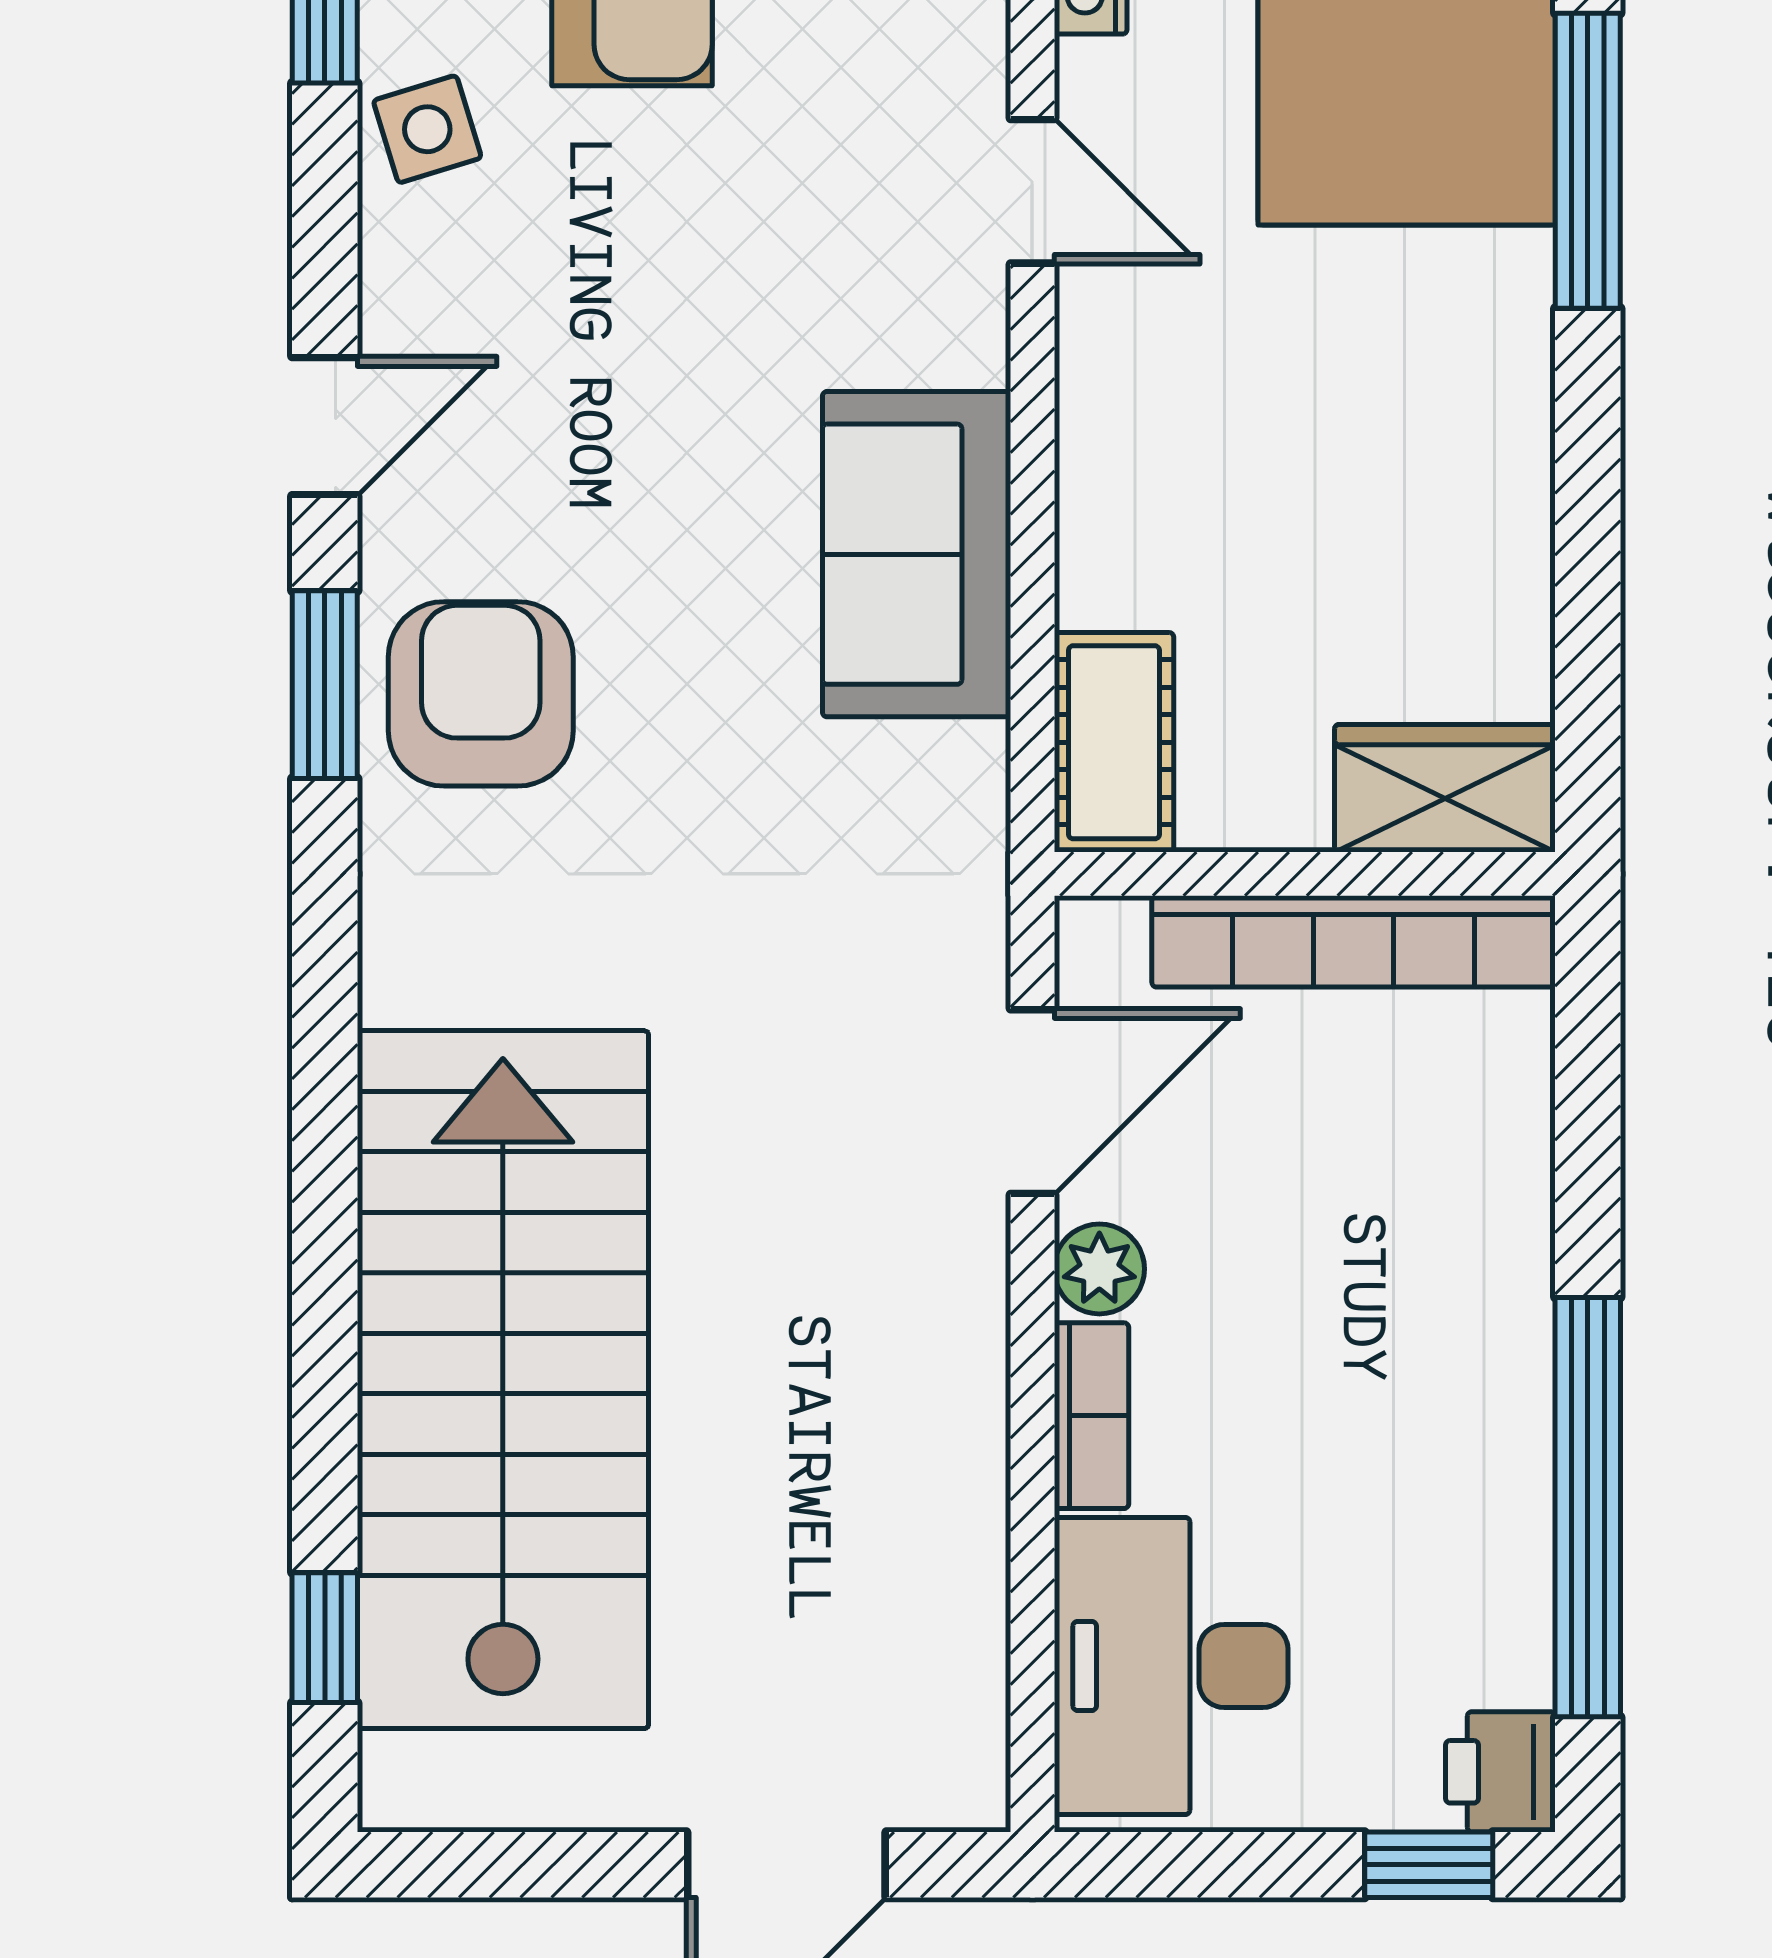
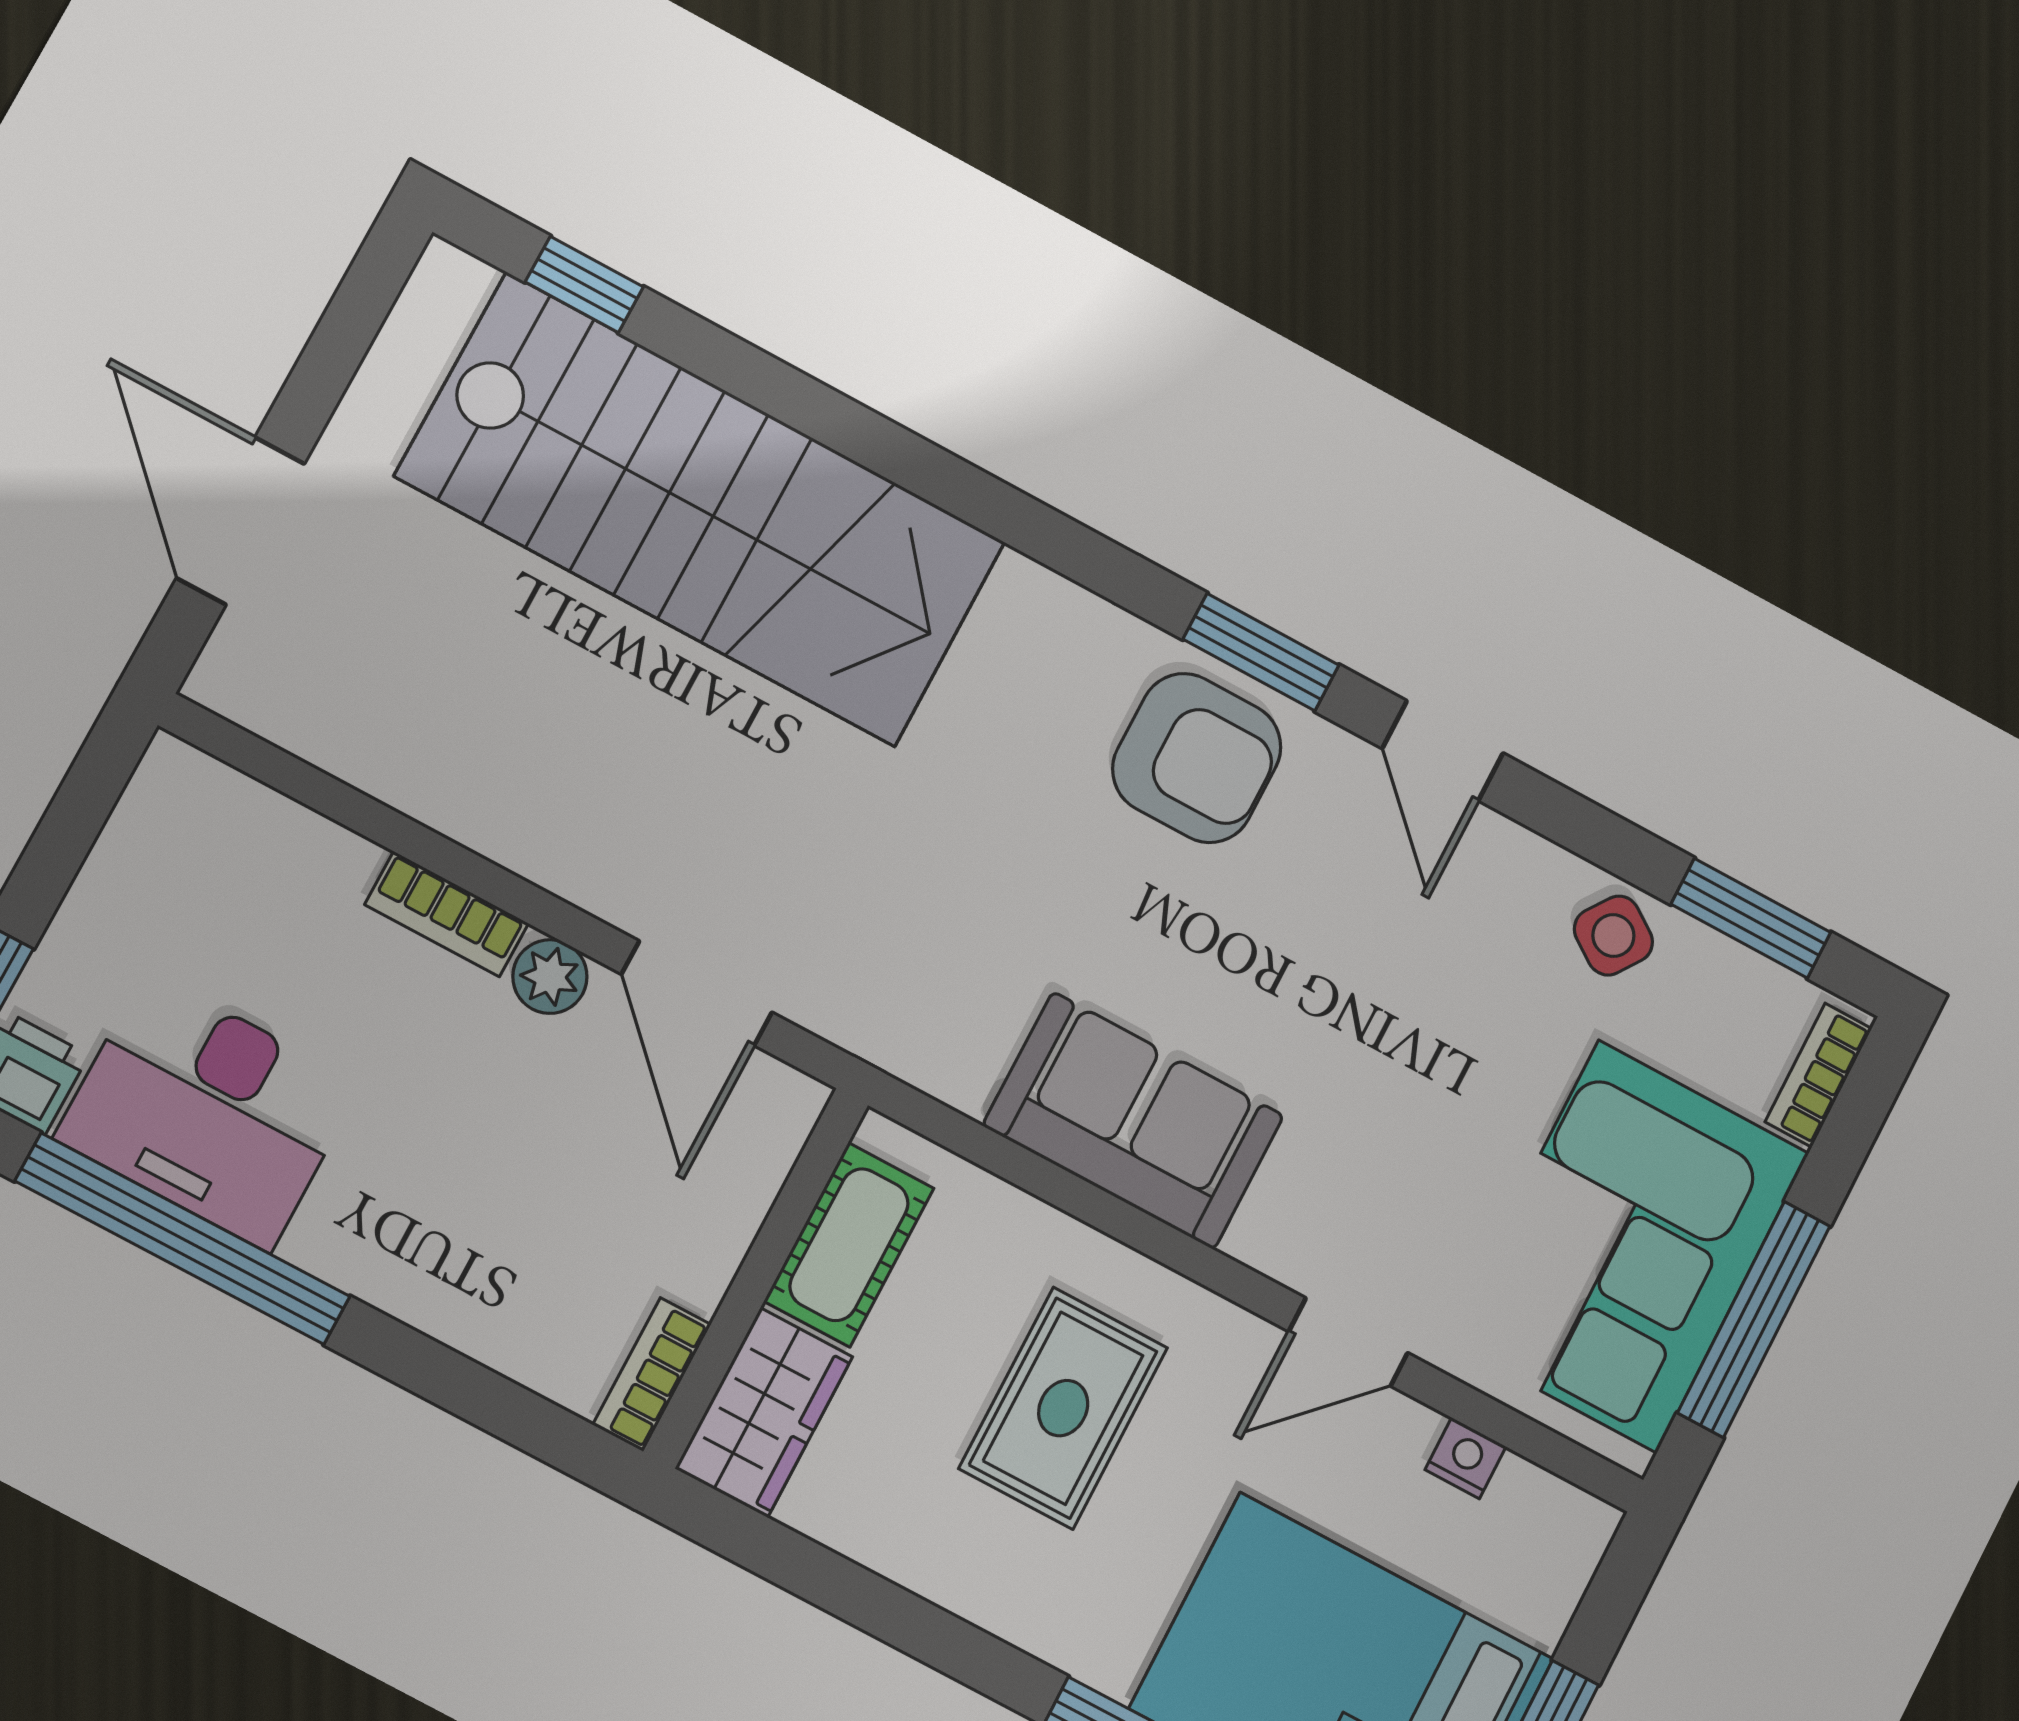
side table: (427, 129) -> (1613, 936), turned -38
rug: (1269, 466) -> (1063, 1408), added
cot: (1114, 742) -> (849, 1245), moved, turned 90
bookcase: (1354, 941) -> (652, 1375), width x0.43, depth x0.76
desk: (1171, 1666) -> (208, 1111), moved, turned 180

